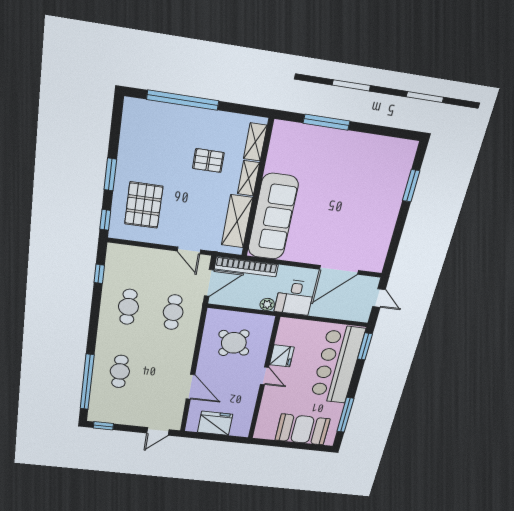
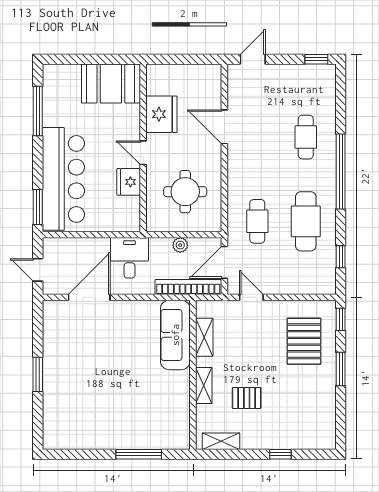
window: (183, 100) -> (280, 454), width x0.32
shelving: (255, 142) -> (221, 441), moved, turned 90
window: (411, 186) -> (38, 374), moved
sofa: (273, 217) -> (175, 335), width x0.74, depth x0.79
shelving: (237, 221) -> (204, 337), width x0.67, depth x0.75
plant: (267, 304) -> (180, 245), moved
cafe table: (128, 307) -> (306, 221), width x1.37, depth x1.35
round table: (234, 343) -> (185, 192), turned -36
window: (87, 382) -> (341, 171), moved
fridge: (215, 423) -> (161, 114), moved, turned -90
booth: (302, 429) -> (111, 83), moved

